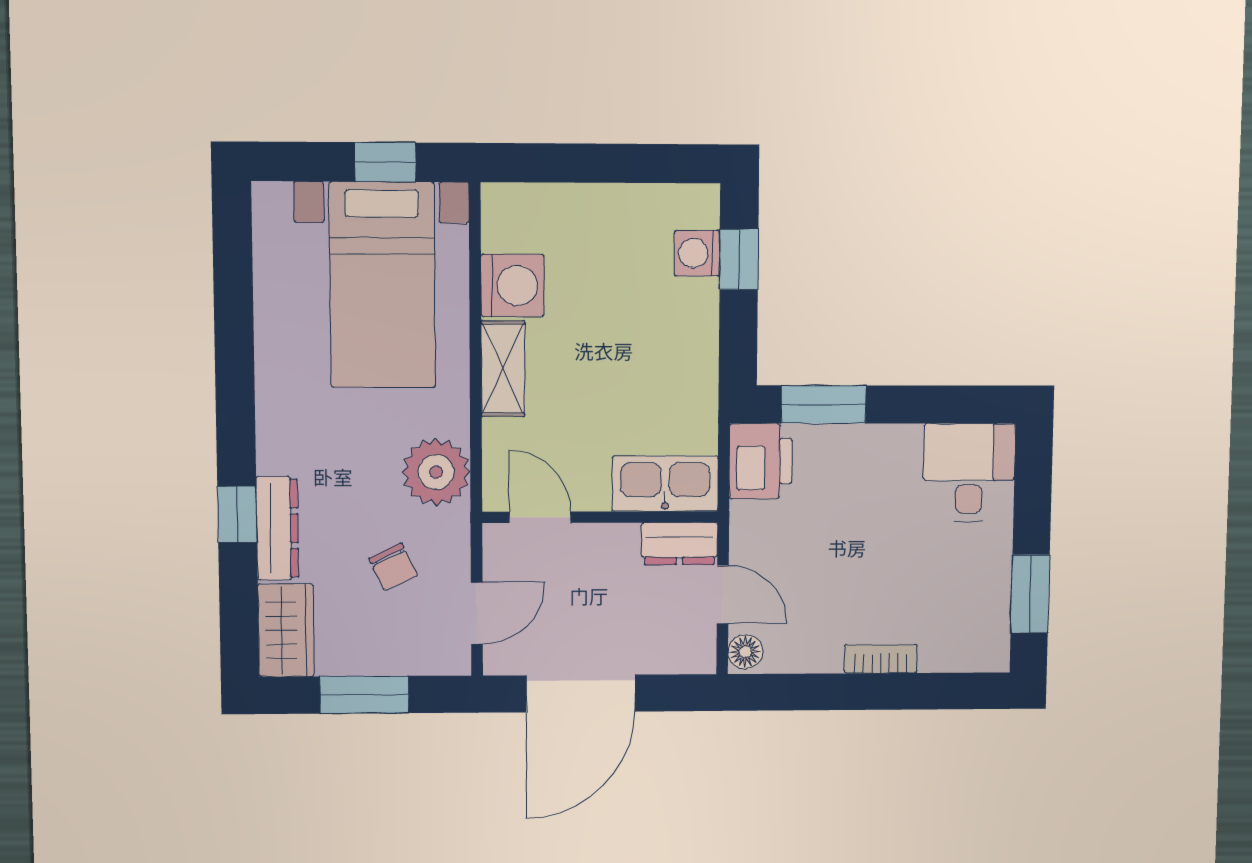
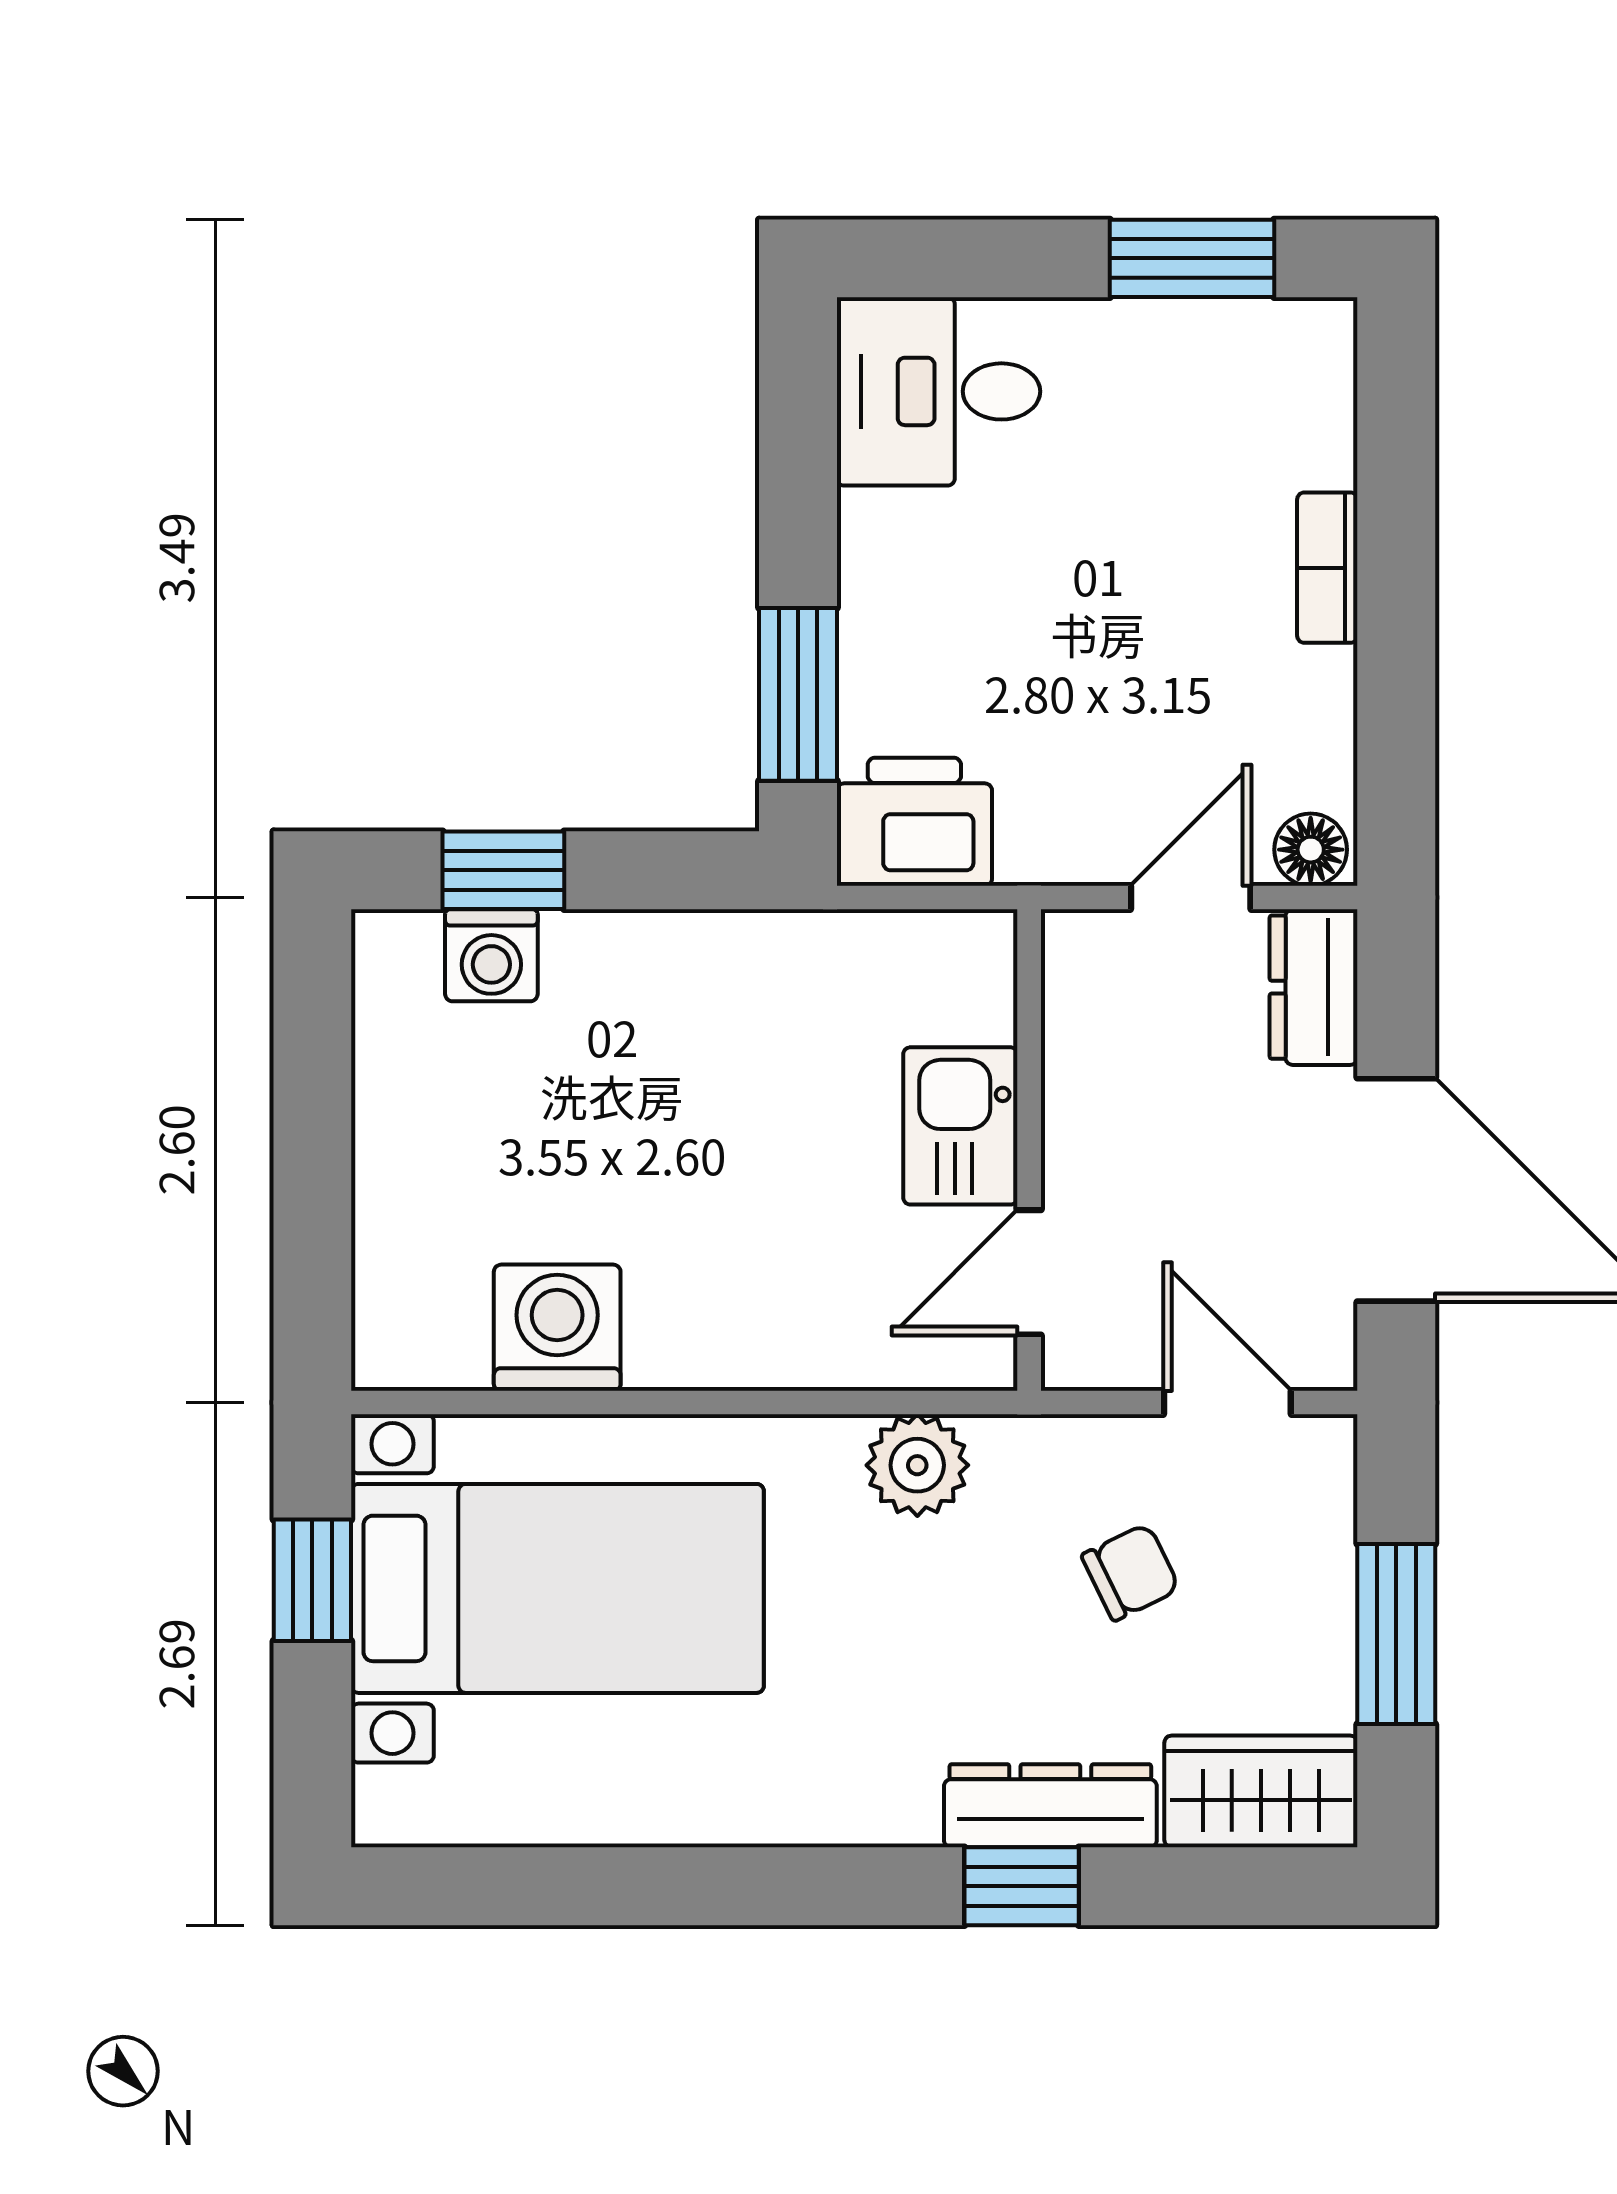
shelving: (503, 369) -> (725, 1347), removed
plant: (436, 472) -> (917, 1465), width x0.73, depth x0.73
kitchen sink: (665, 484) -> (960, 1126), moved, width x0.73
dresser: (680, 544) -> (1314, 987), moved, turned 180

